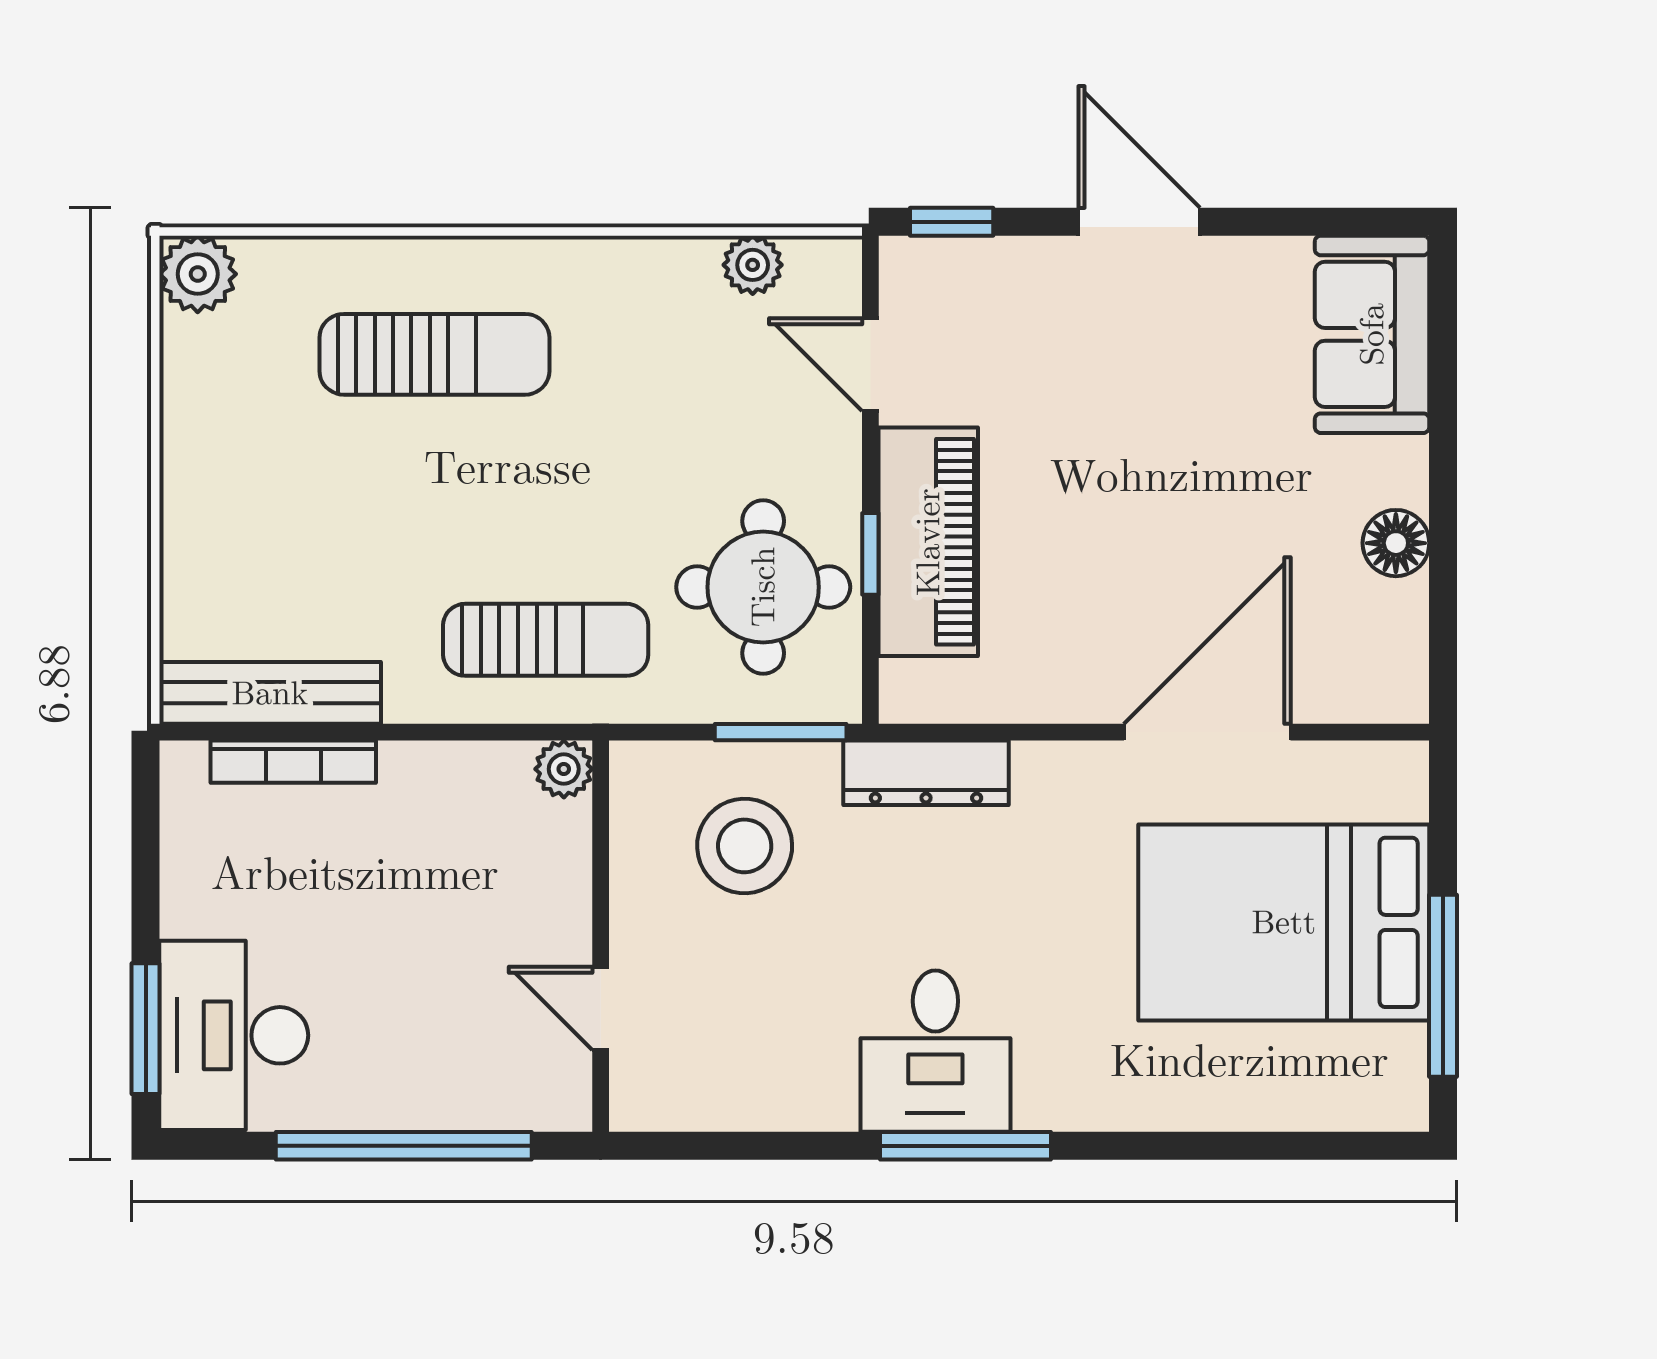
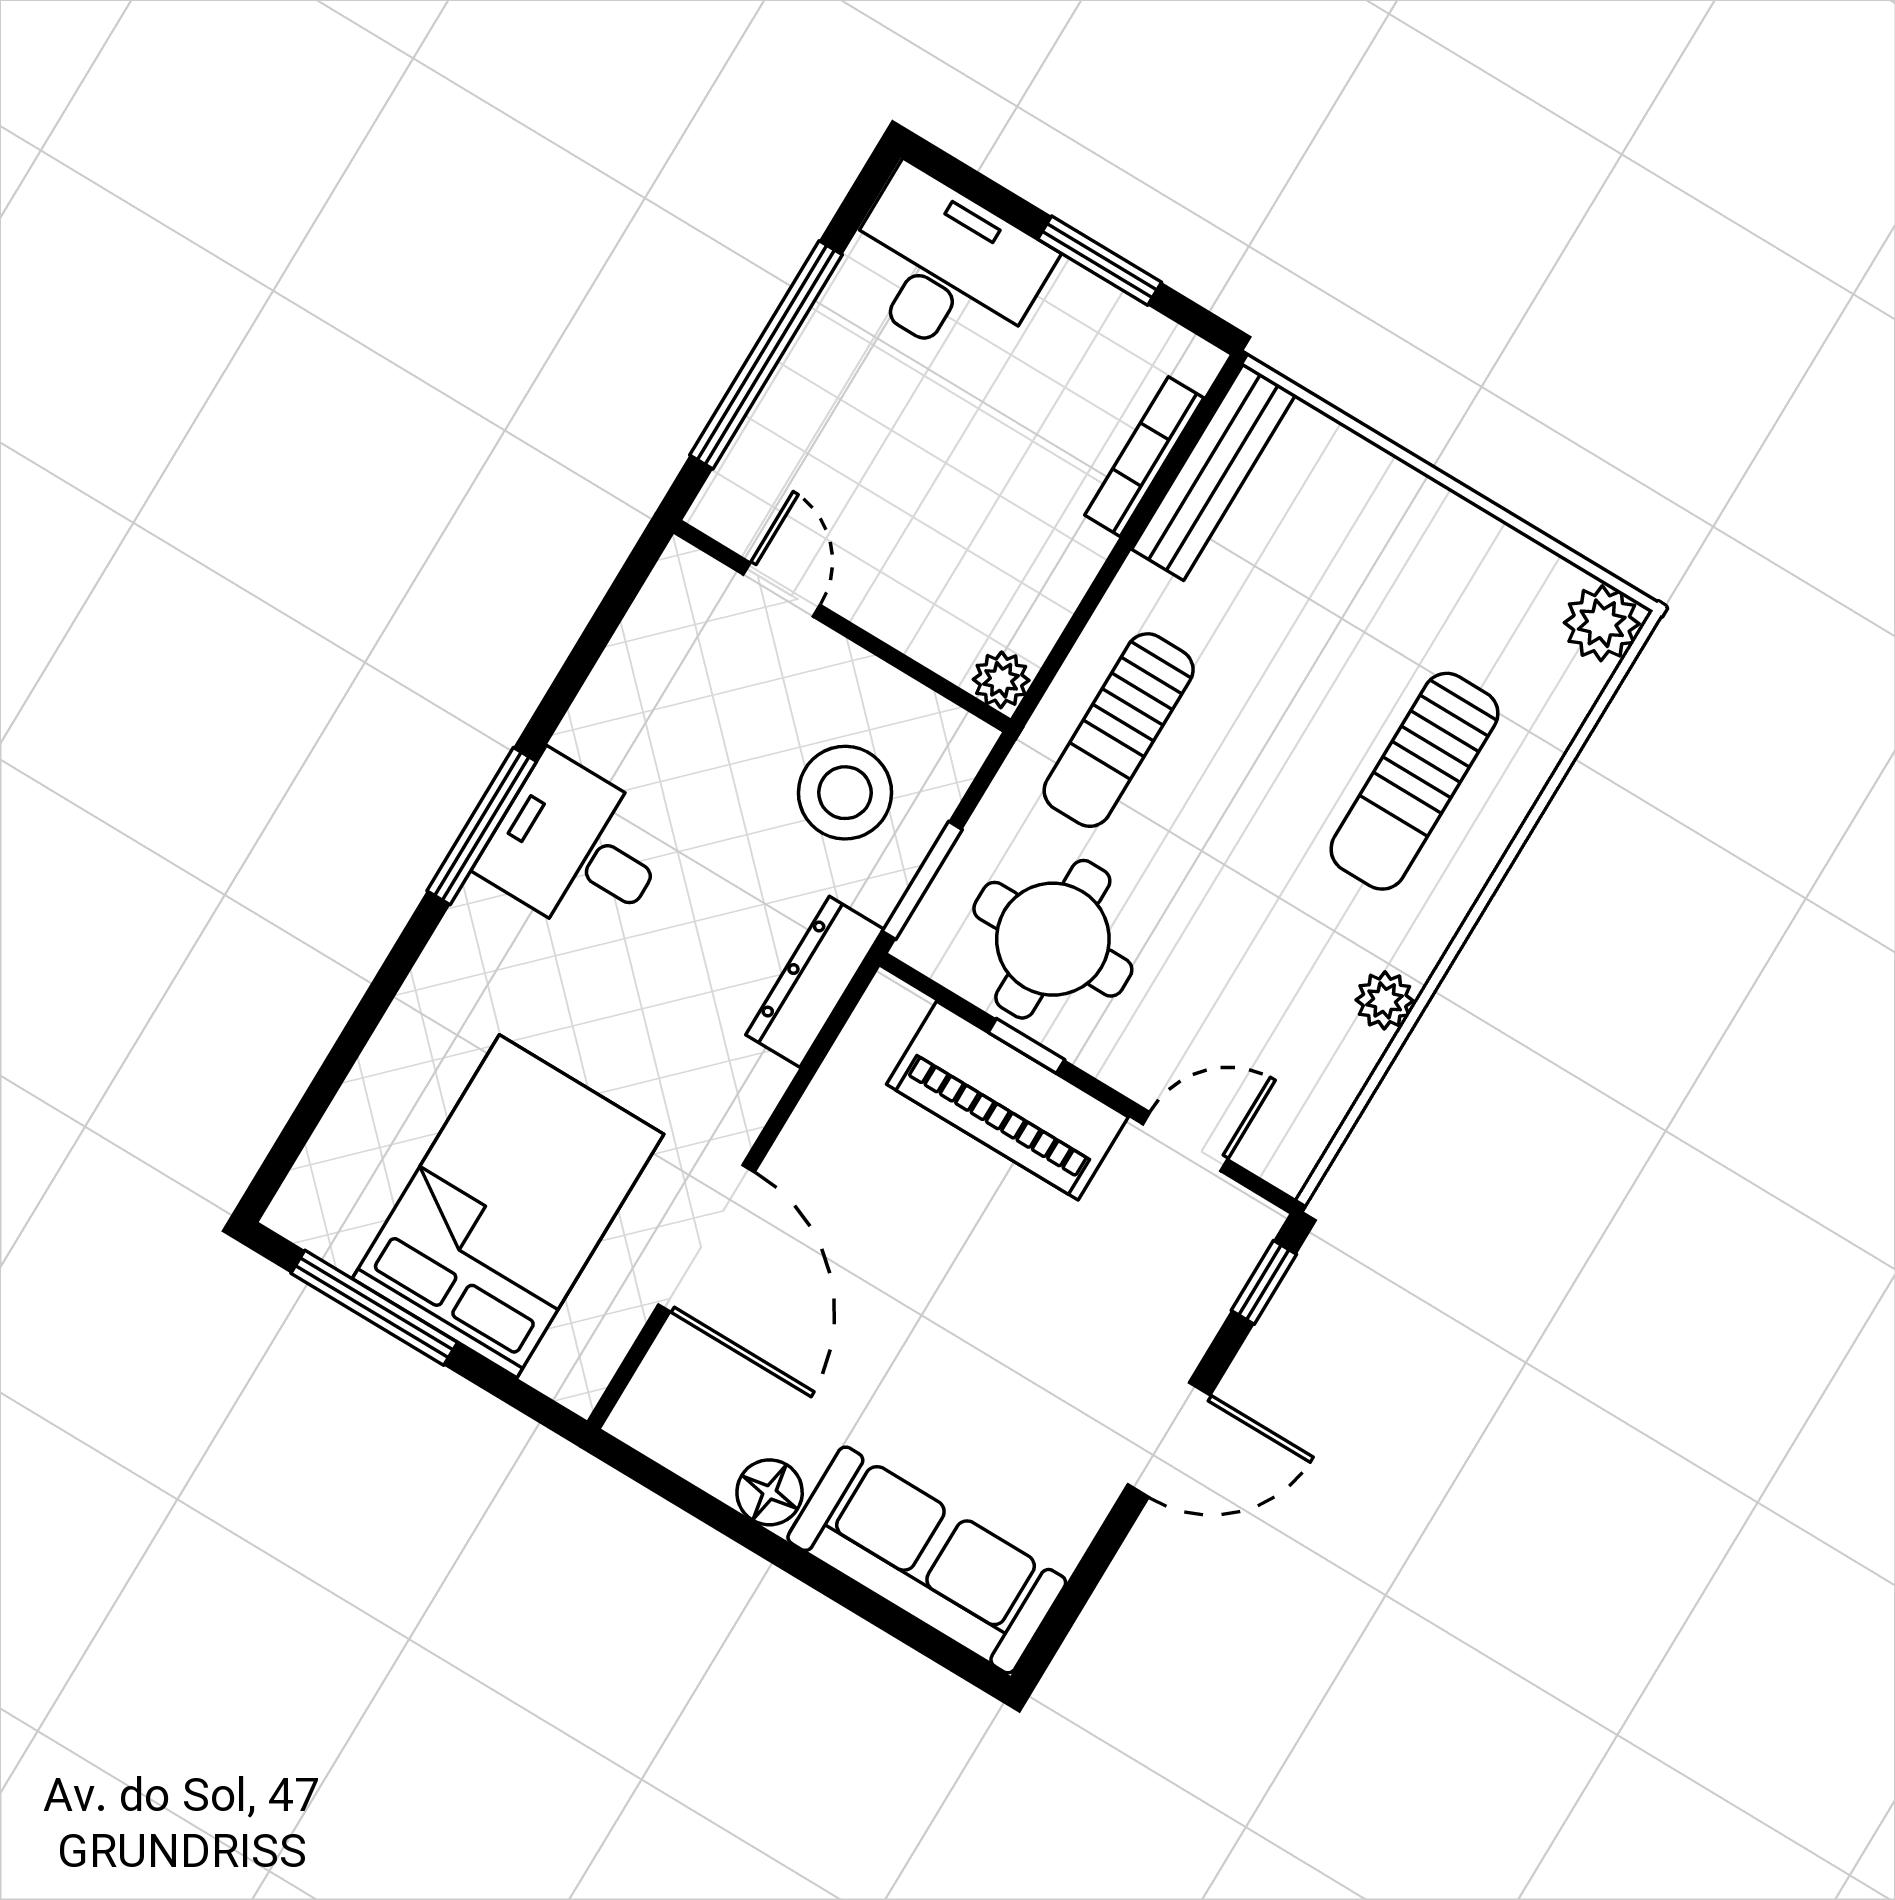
plant: (753, 265) -> (1385, 1000), moved
sofa: (1372, 334) -> (927, 1560), width x1.36
door: (601, 1008) -> (782, 590), hinge flipped
window: (146, 1029) -> (1100, 261), moved

